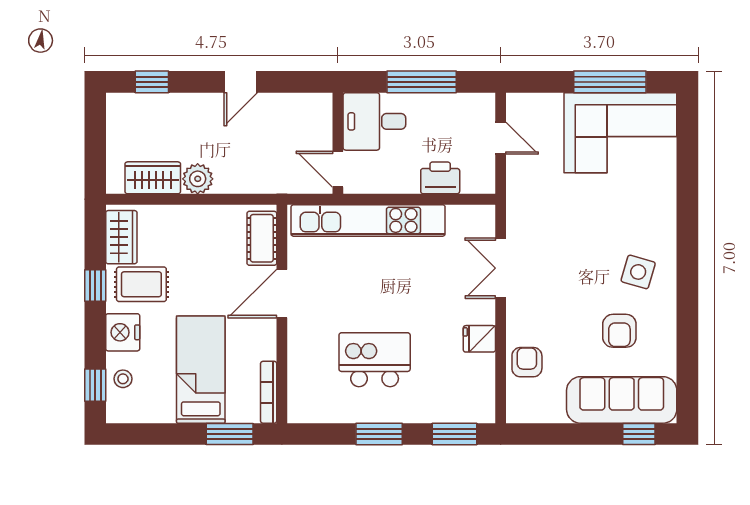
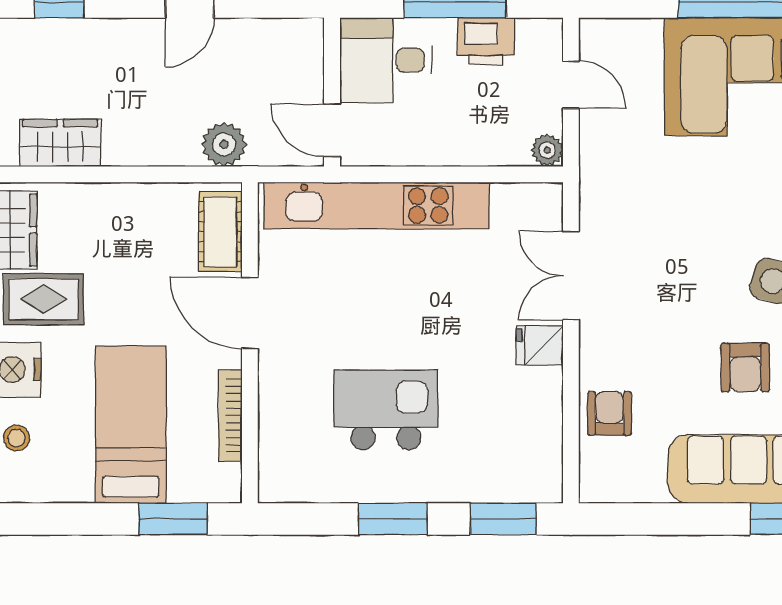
printer: (440, 178) -> (486, 41), moved, turned 180
plant: (198, 179) -> (224, 144), moved
plant: (485, 183) -> (547, 150), added
door: (282, 294) -> (250, 313), hinge flipped
fridge: (479, 339) -> (540, 345), moved
bookcase: (269, 392) -> (230, 416), moved

